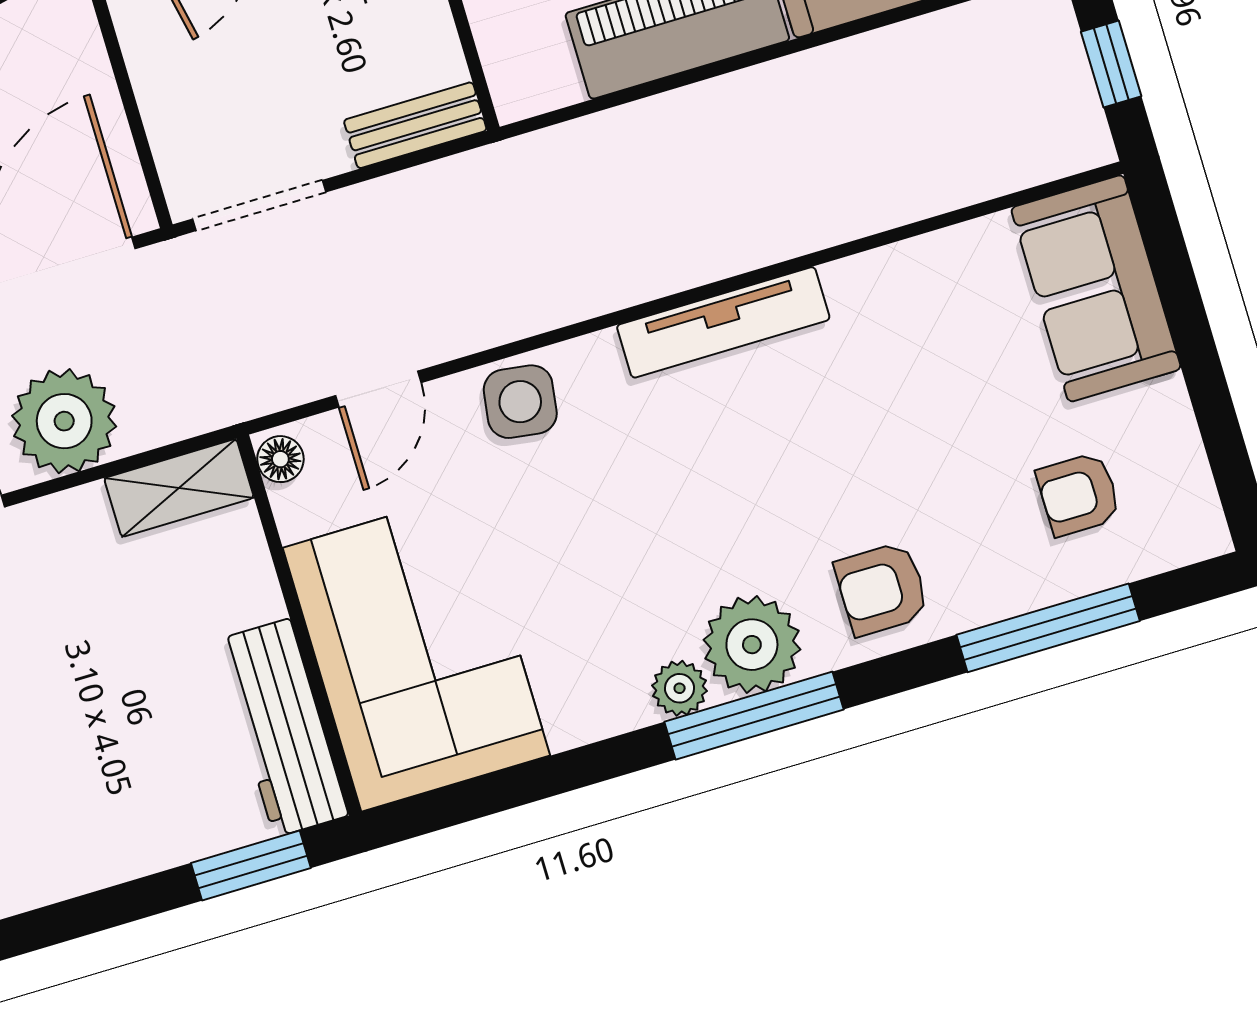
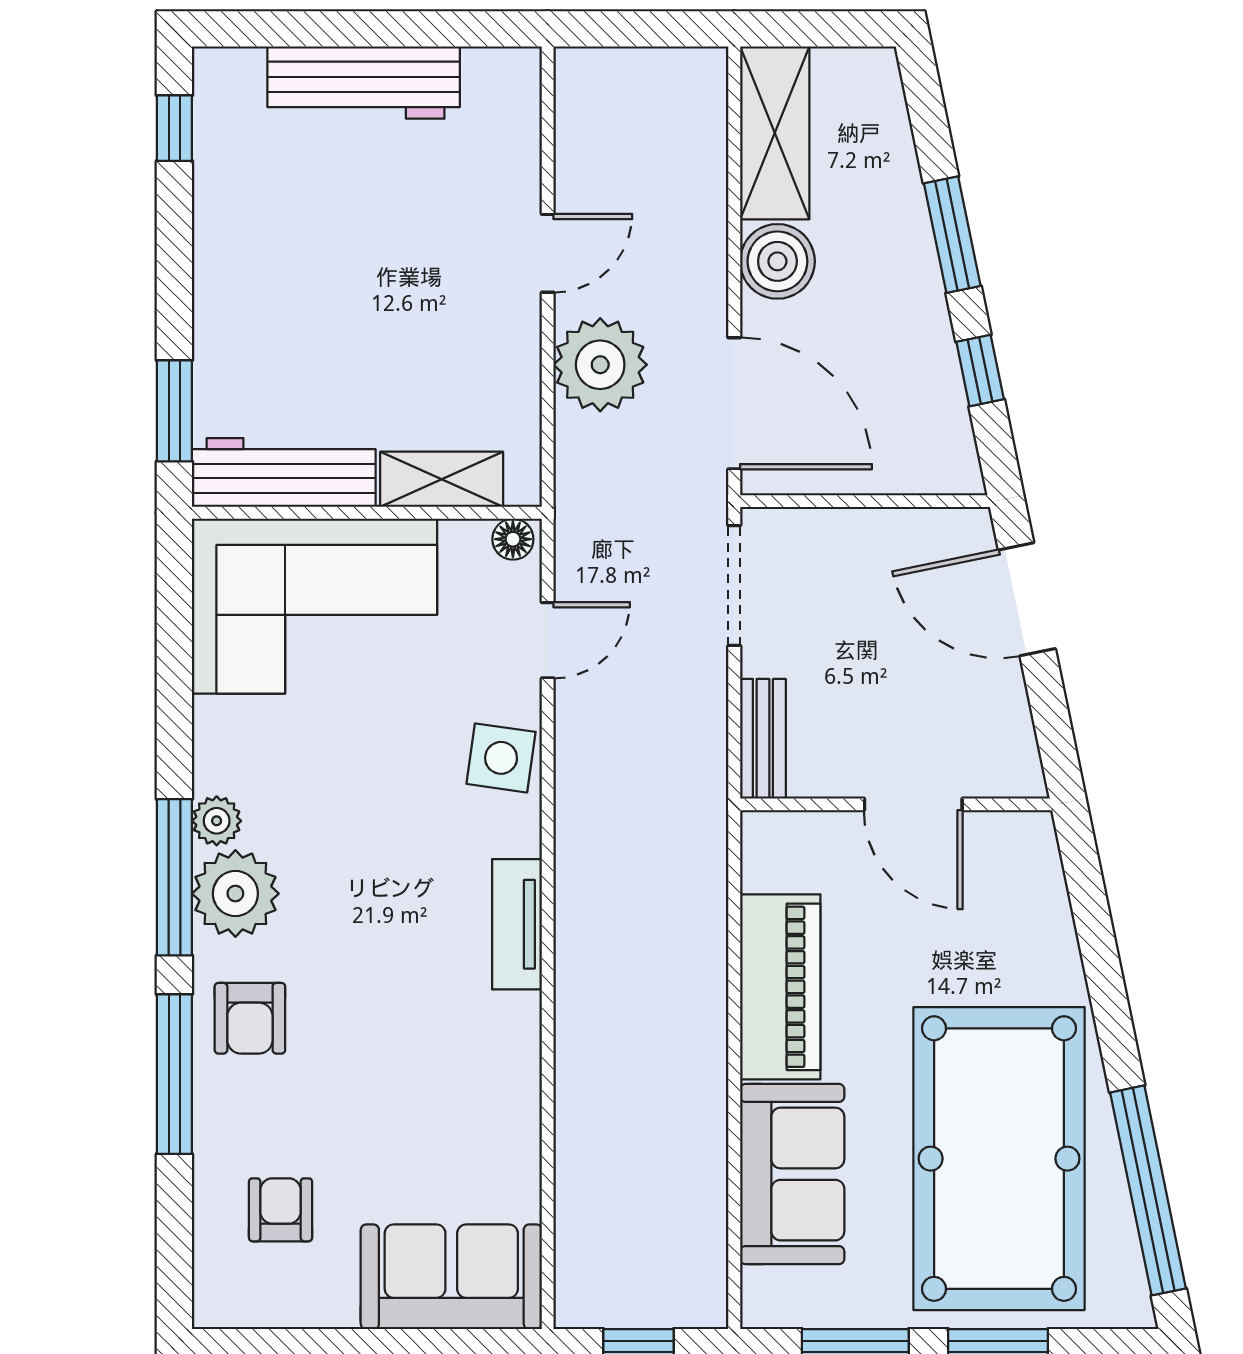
tv unit: (723, 322) -> (517, 924), width x0.71
door: (378, 389) -> (548, 640), swing flipped
shelving: (179, 488) -> (442, 479), moved, turned 90
armchair: (882, 589) -> (250, 1018), turned 180
window: (1048, 628) -> (174, 1074), moved

